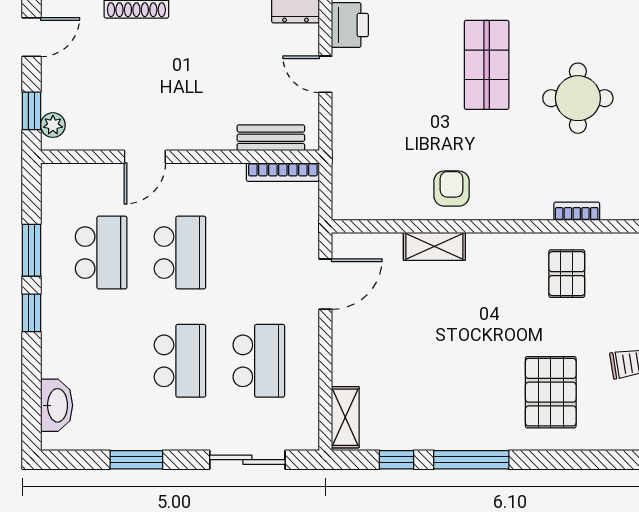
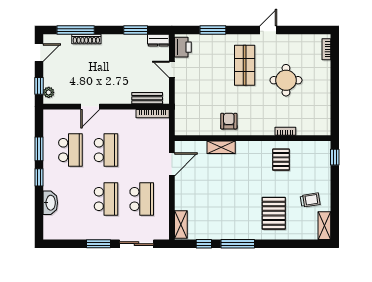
washbasin: (57, 405) -> (50, 203), moved
window: (136, 460) -> (98, 244), moved

